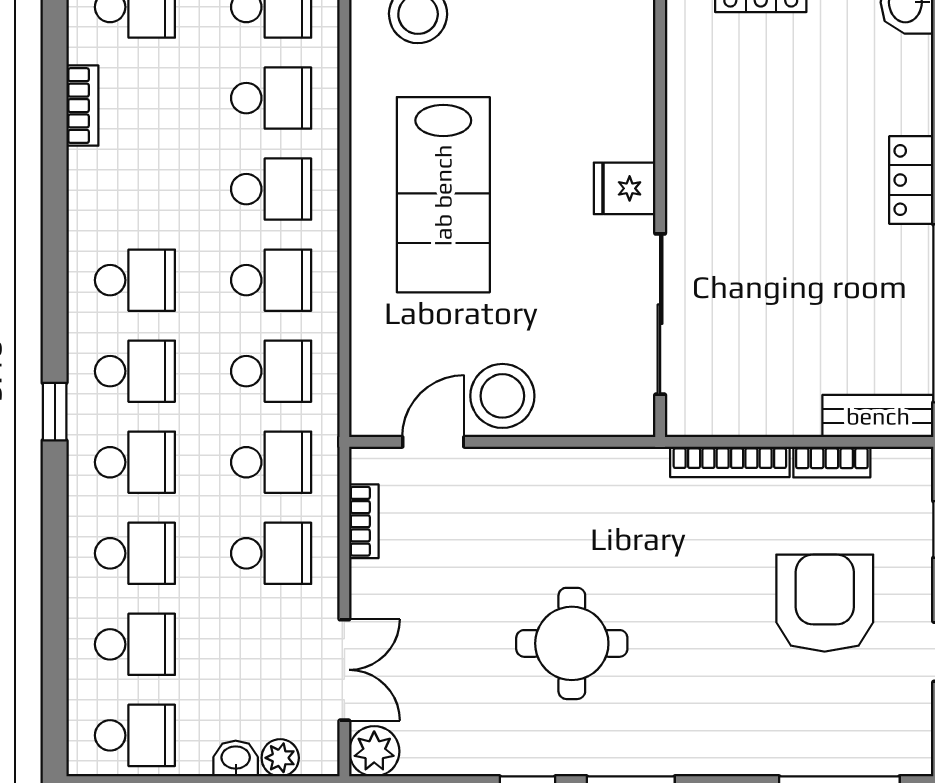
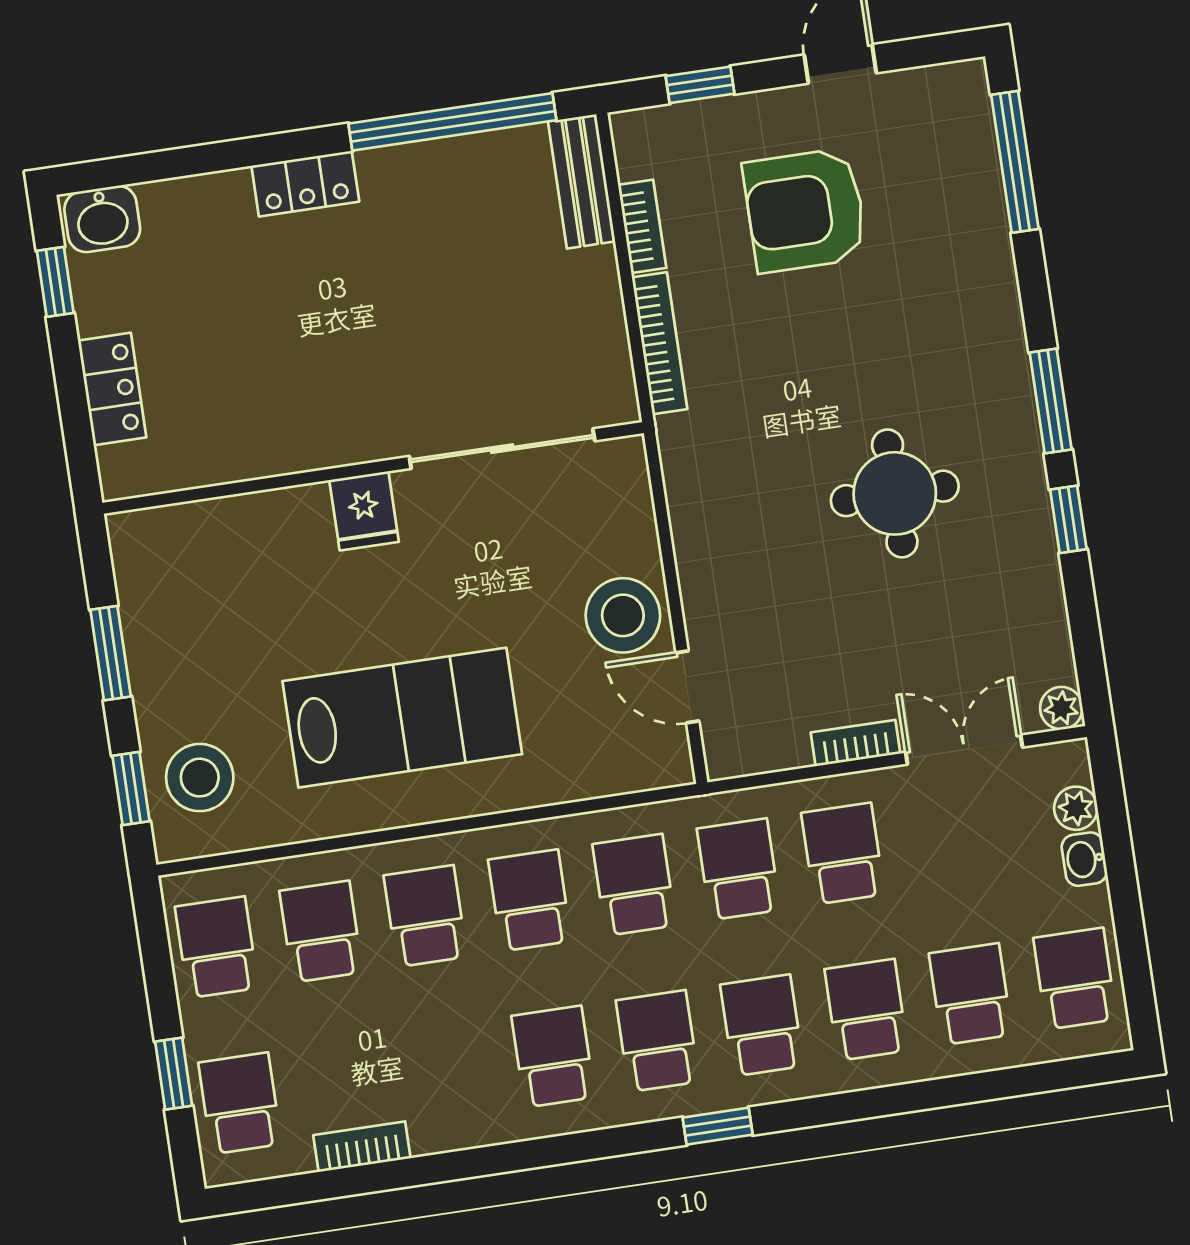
bookcase: (364, 521) -> (855, 743), moved
plant: (374, 751) -> (1061, 708), width x0.73, depth x0.73

